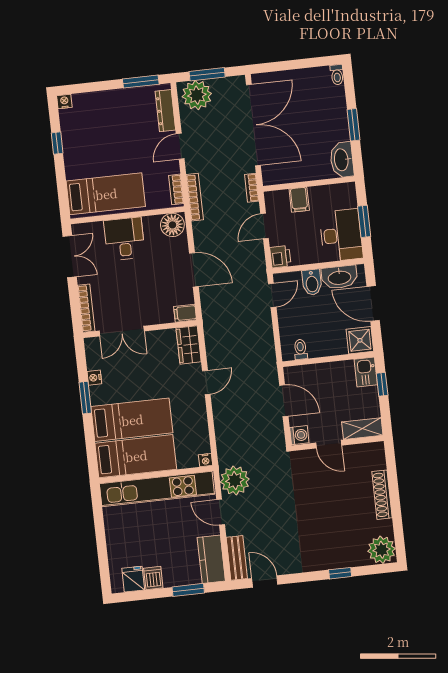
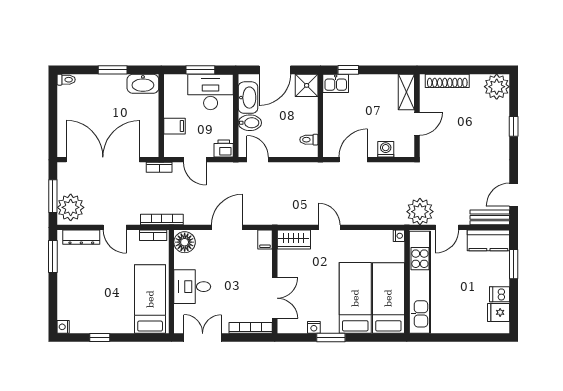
shelving: (362, 429) -> (406, 92), moved
wall: (338, 443) -> (417, 116), moved
door: (329, 444) -> (417, 124), moved

